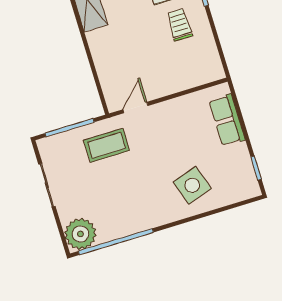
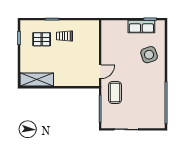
door: (135, 108) -> (100, 72), swing flipped
row of seats: (227, 120) -> (141, 27), moved
plant: (80, 234) -> (156, 120), removed

